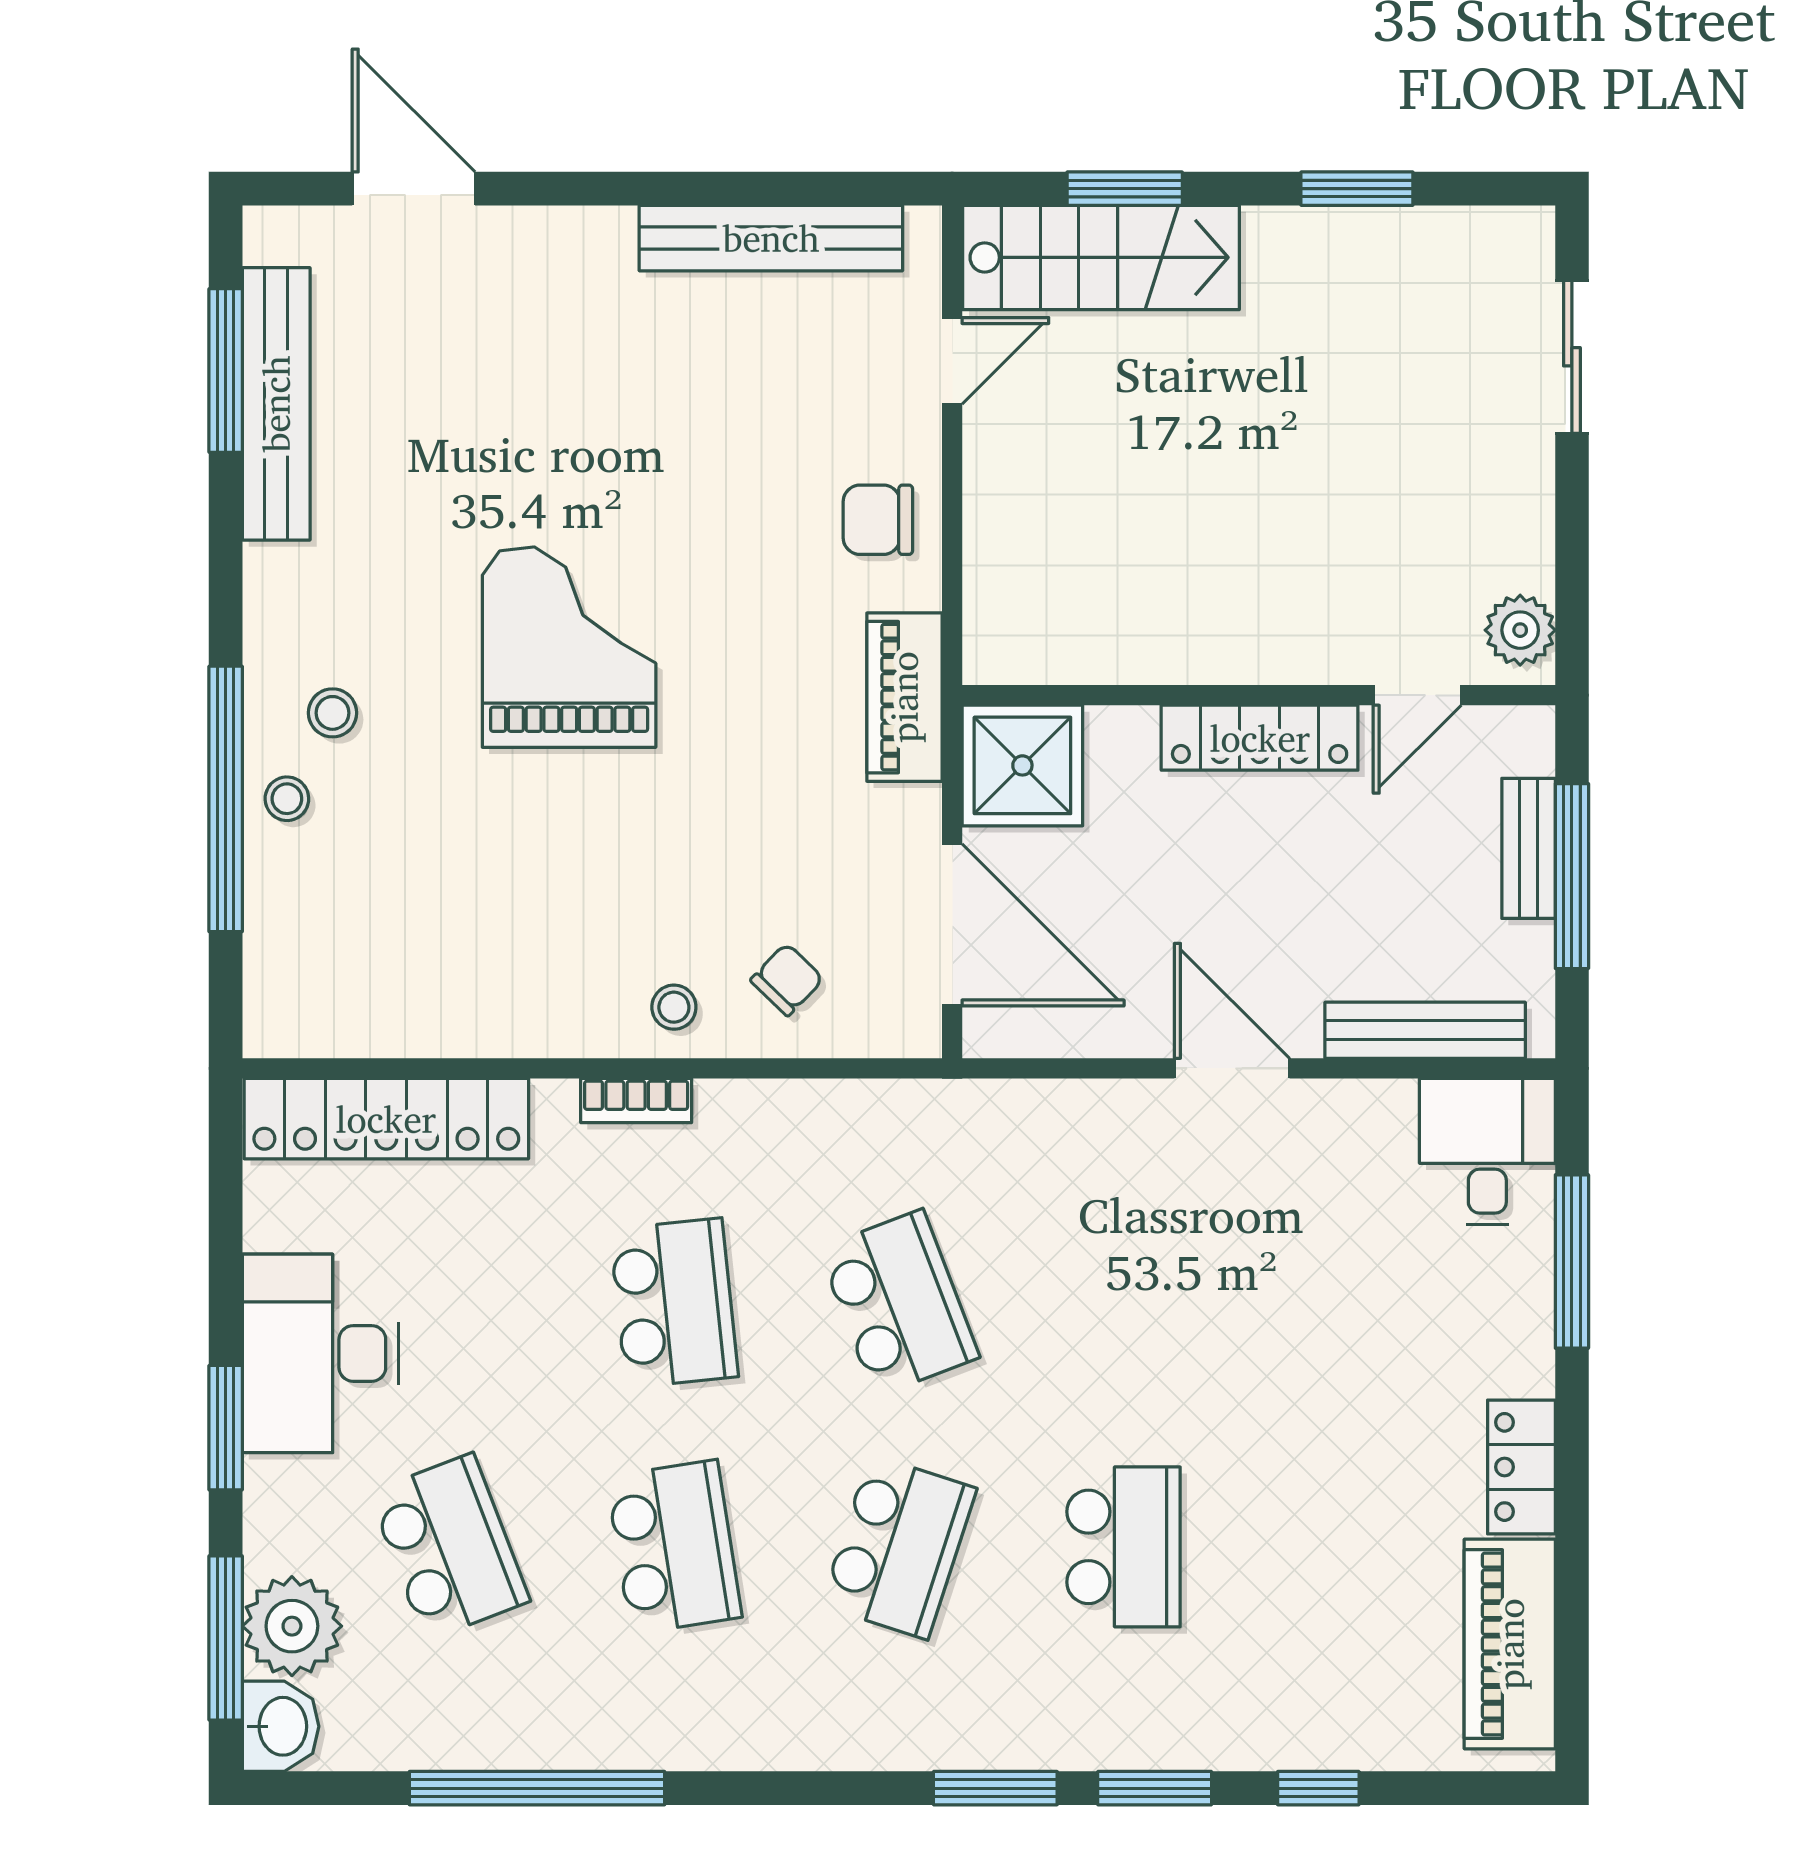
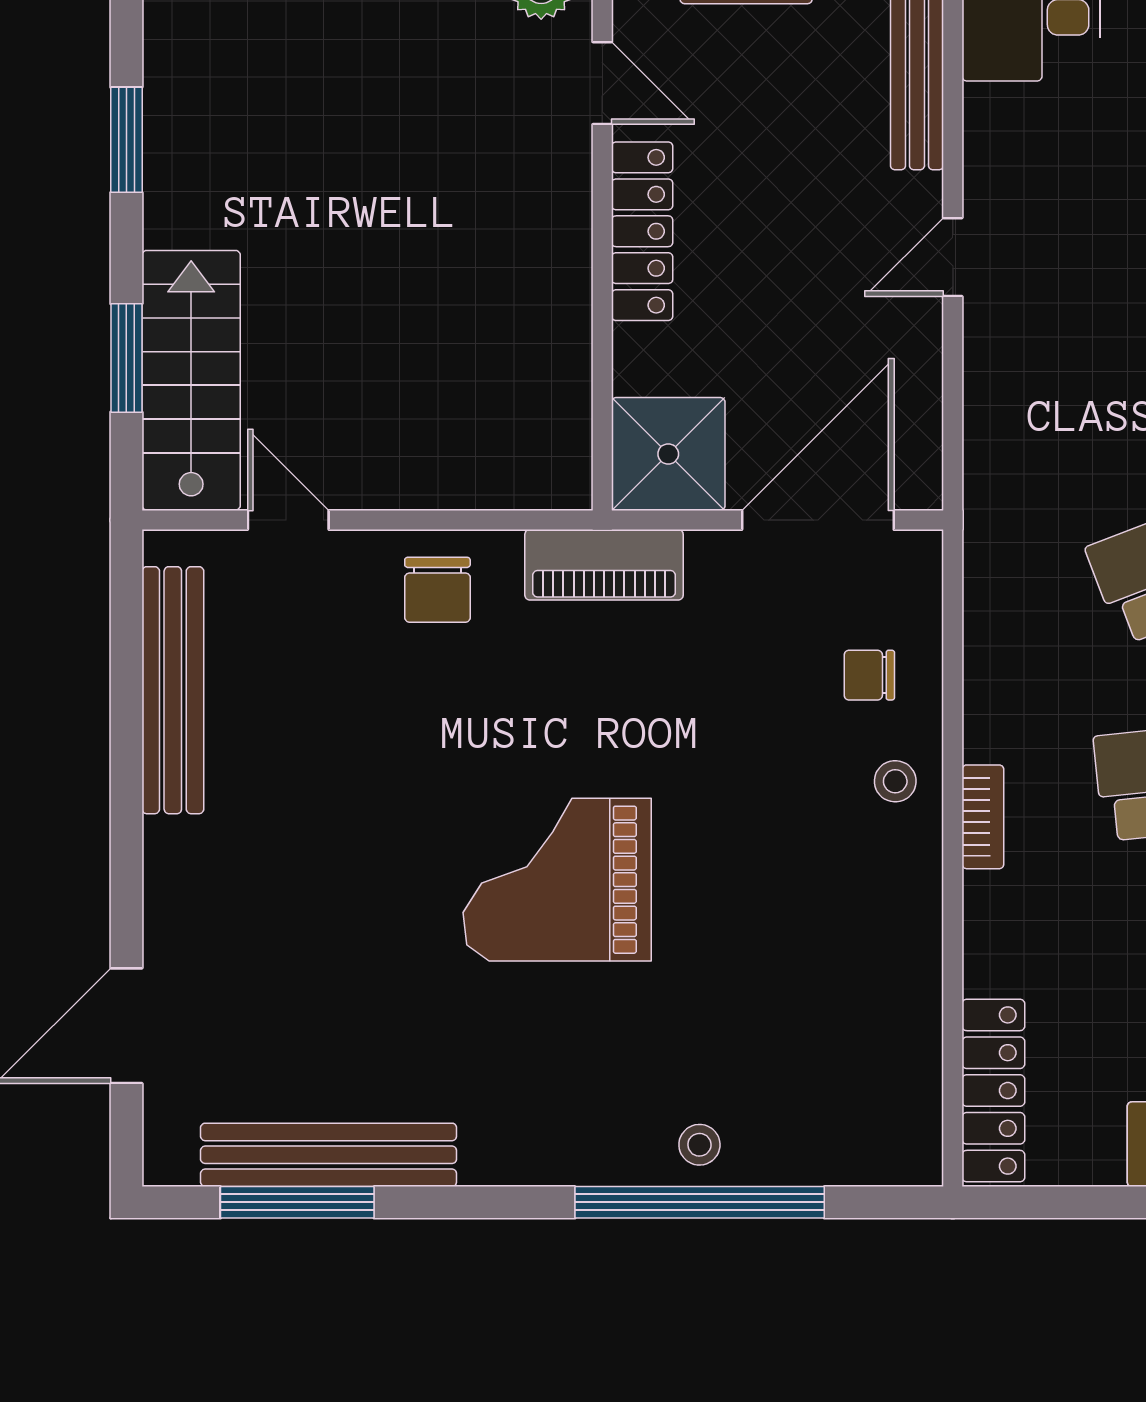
stool: (333, 713) -> (619, 1102), removed
chair: (787, 980) -> (869, 675), turned -44
door: (1232, 1068) -> (953, 257), width x0.73
locker: (386, 1119) -> (993, 1091), width x0.71, depth x0.83

